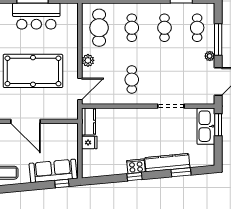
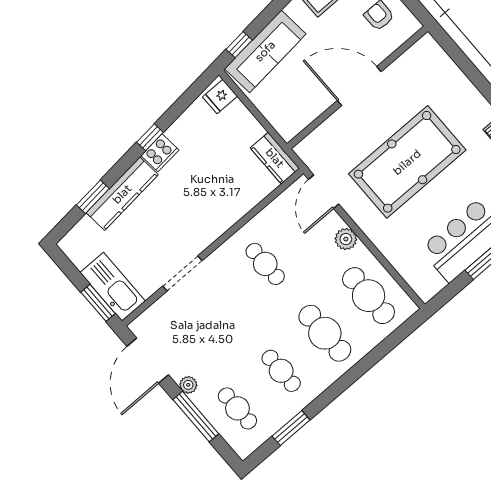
cafe table: (132, 28) -> (325, 333), width x1.37, depth x1.35
fridge: (89, 142) -> (220, 97), moved

